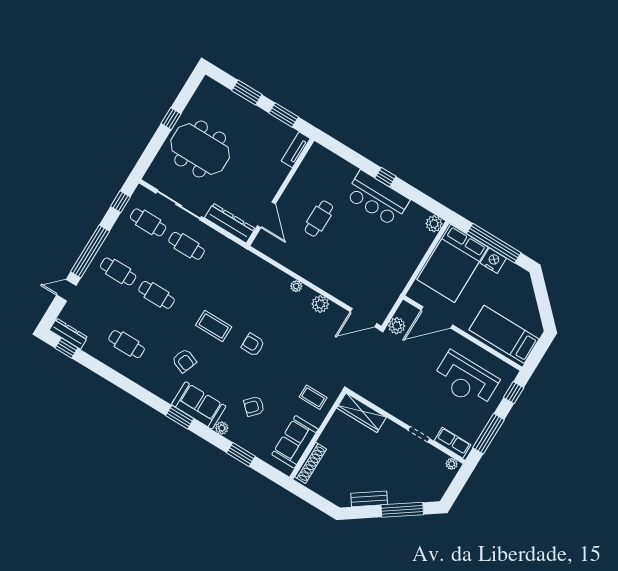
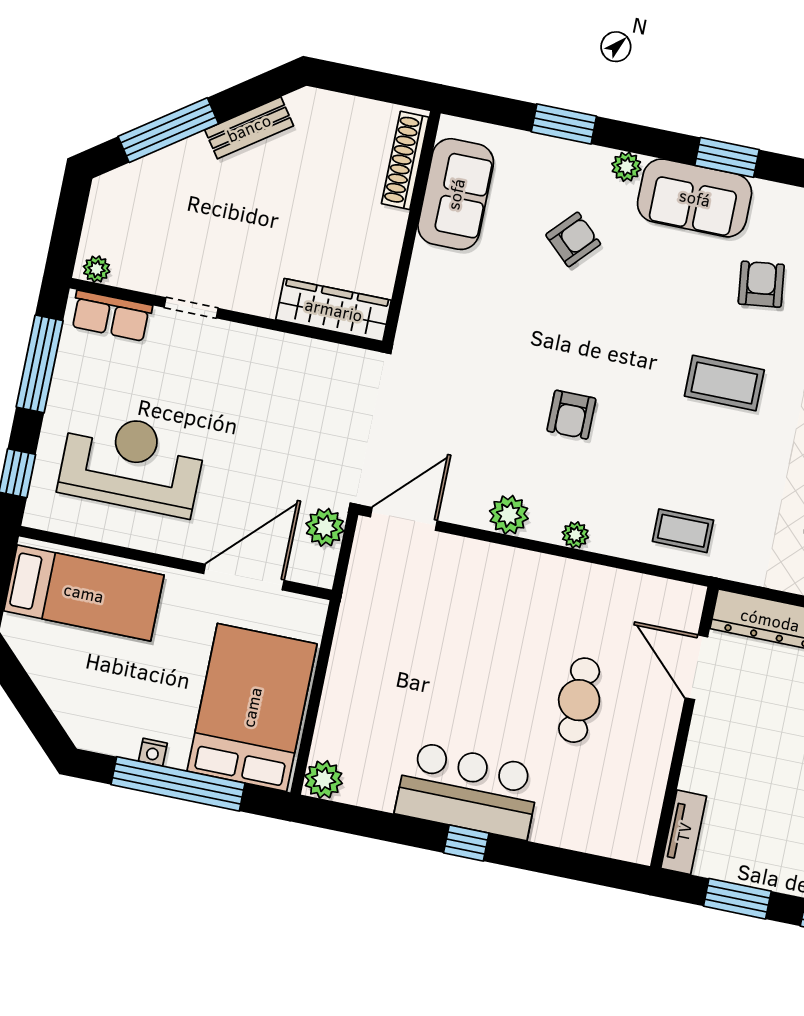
nightstand: (493, 261) -> (153, 752), width x0.53, depth x0.56
armchair: (253, 345) -> (571, 415), moved, turned 90
armchair: (184, 361) -> (761, 284), turned 62
coffee table: (313, 397) -> (683, 531), moved

